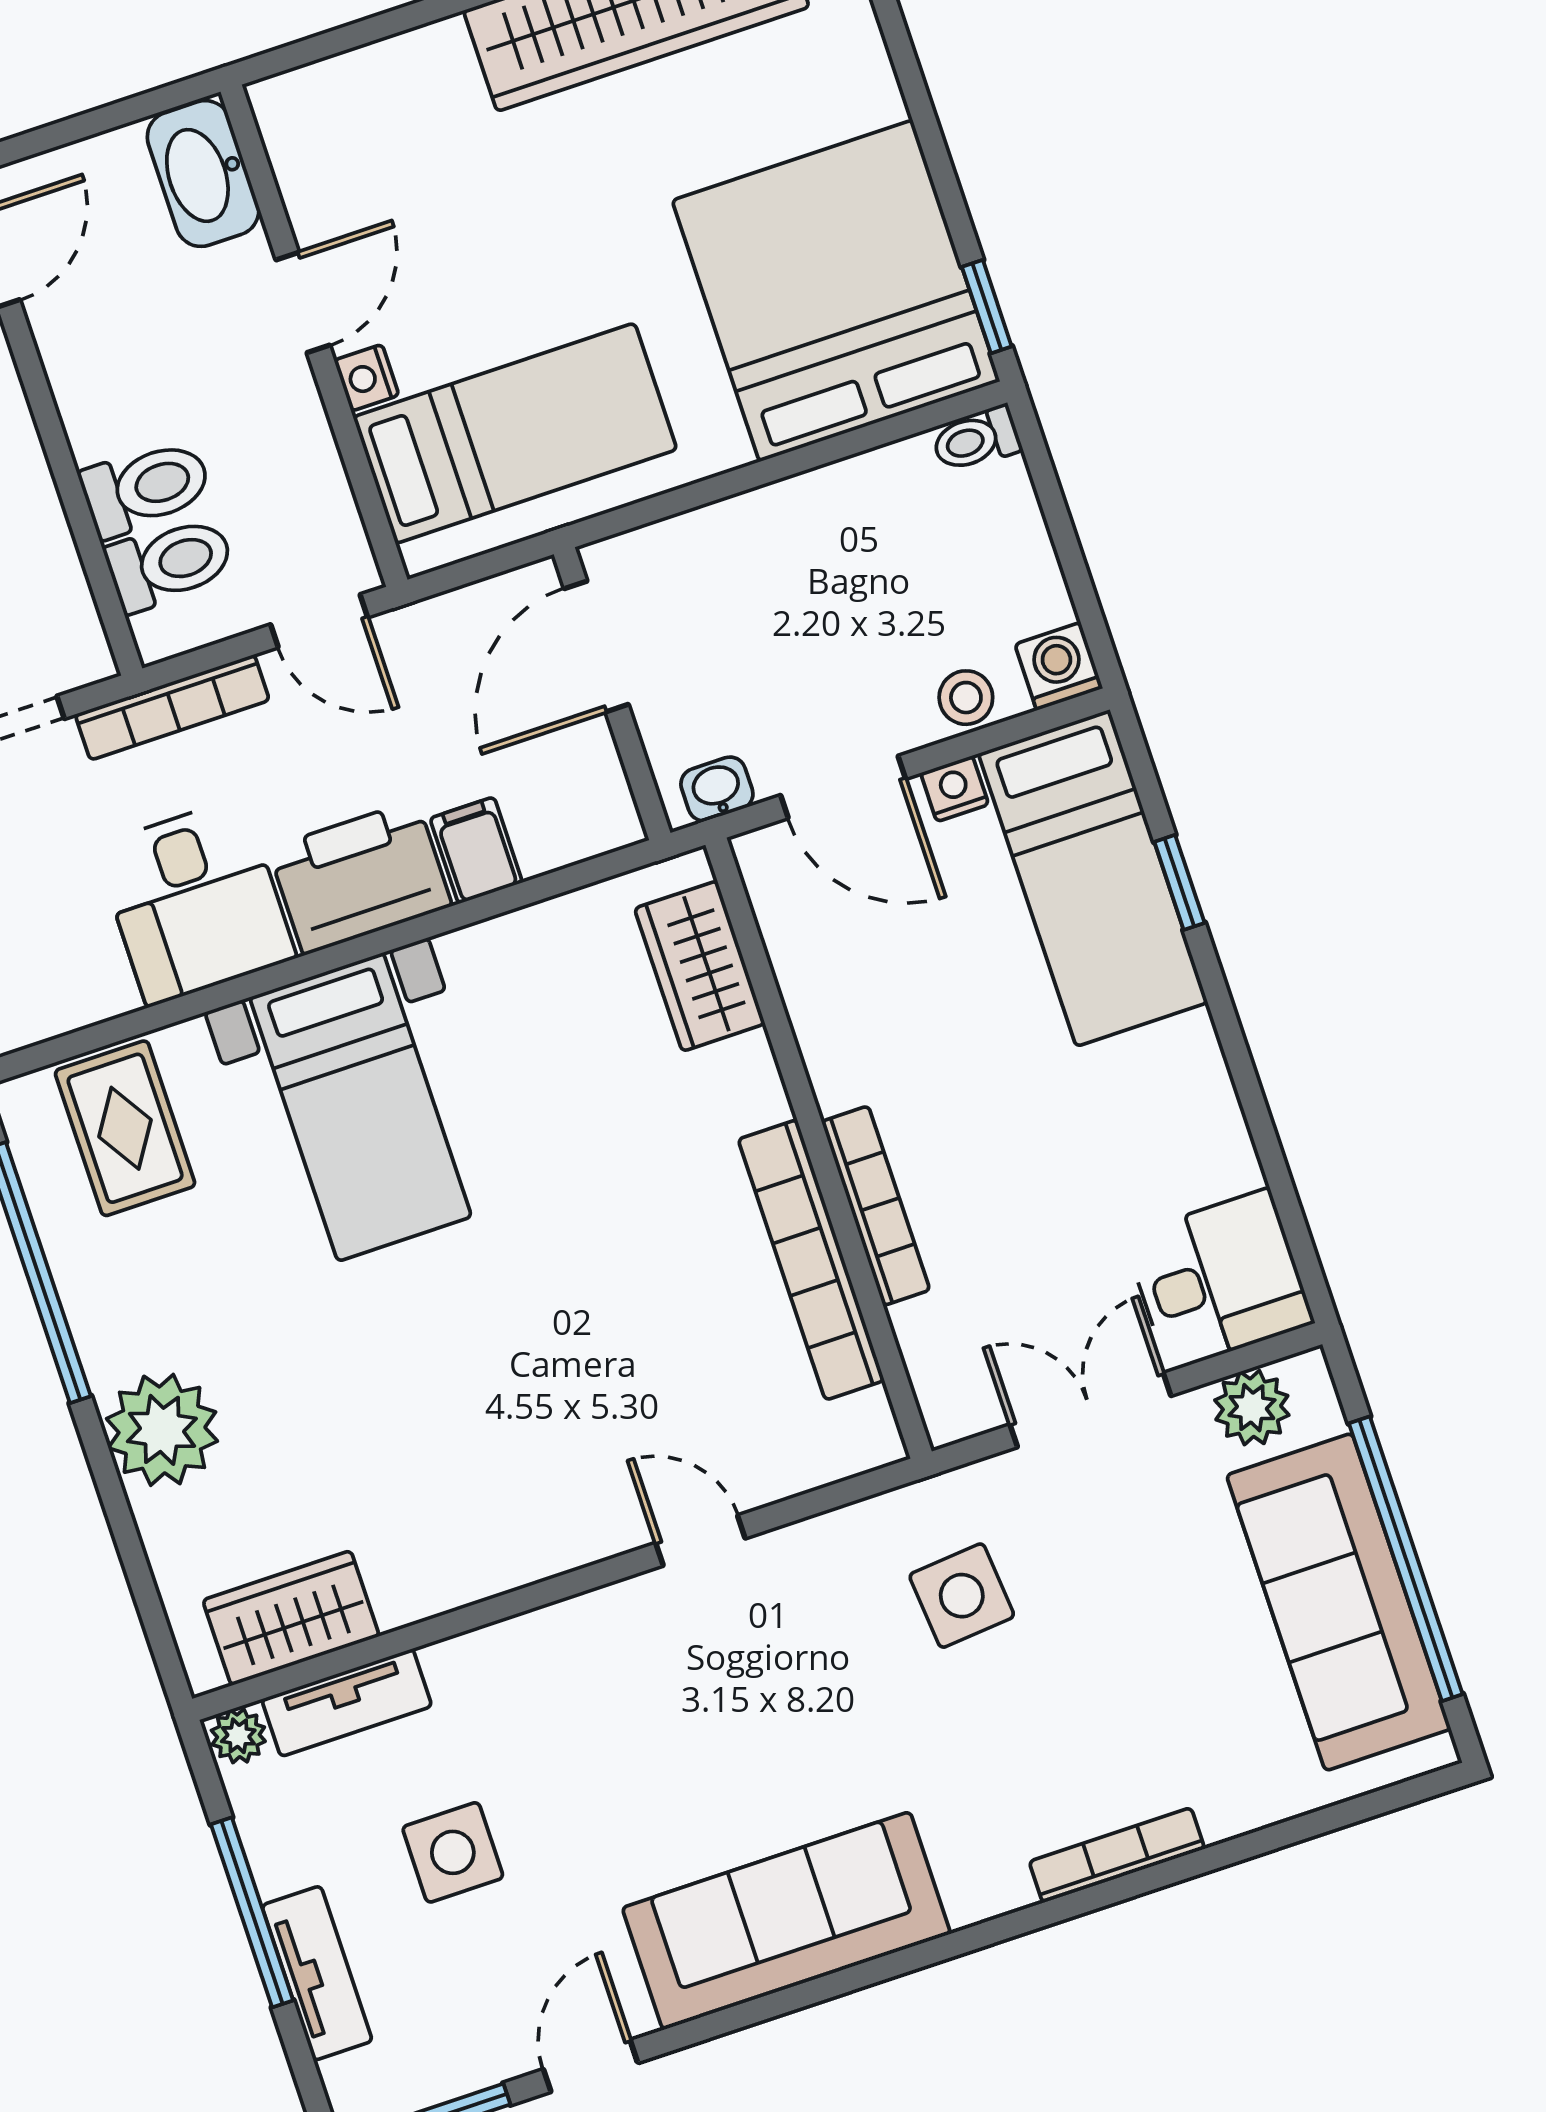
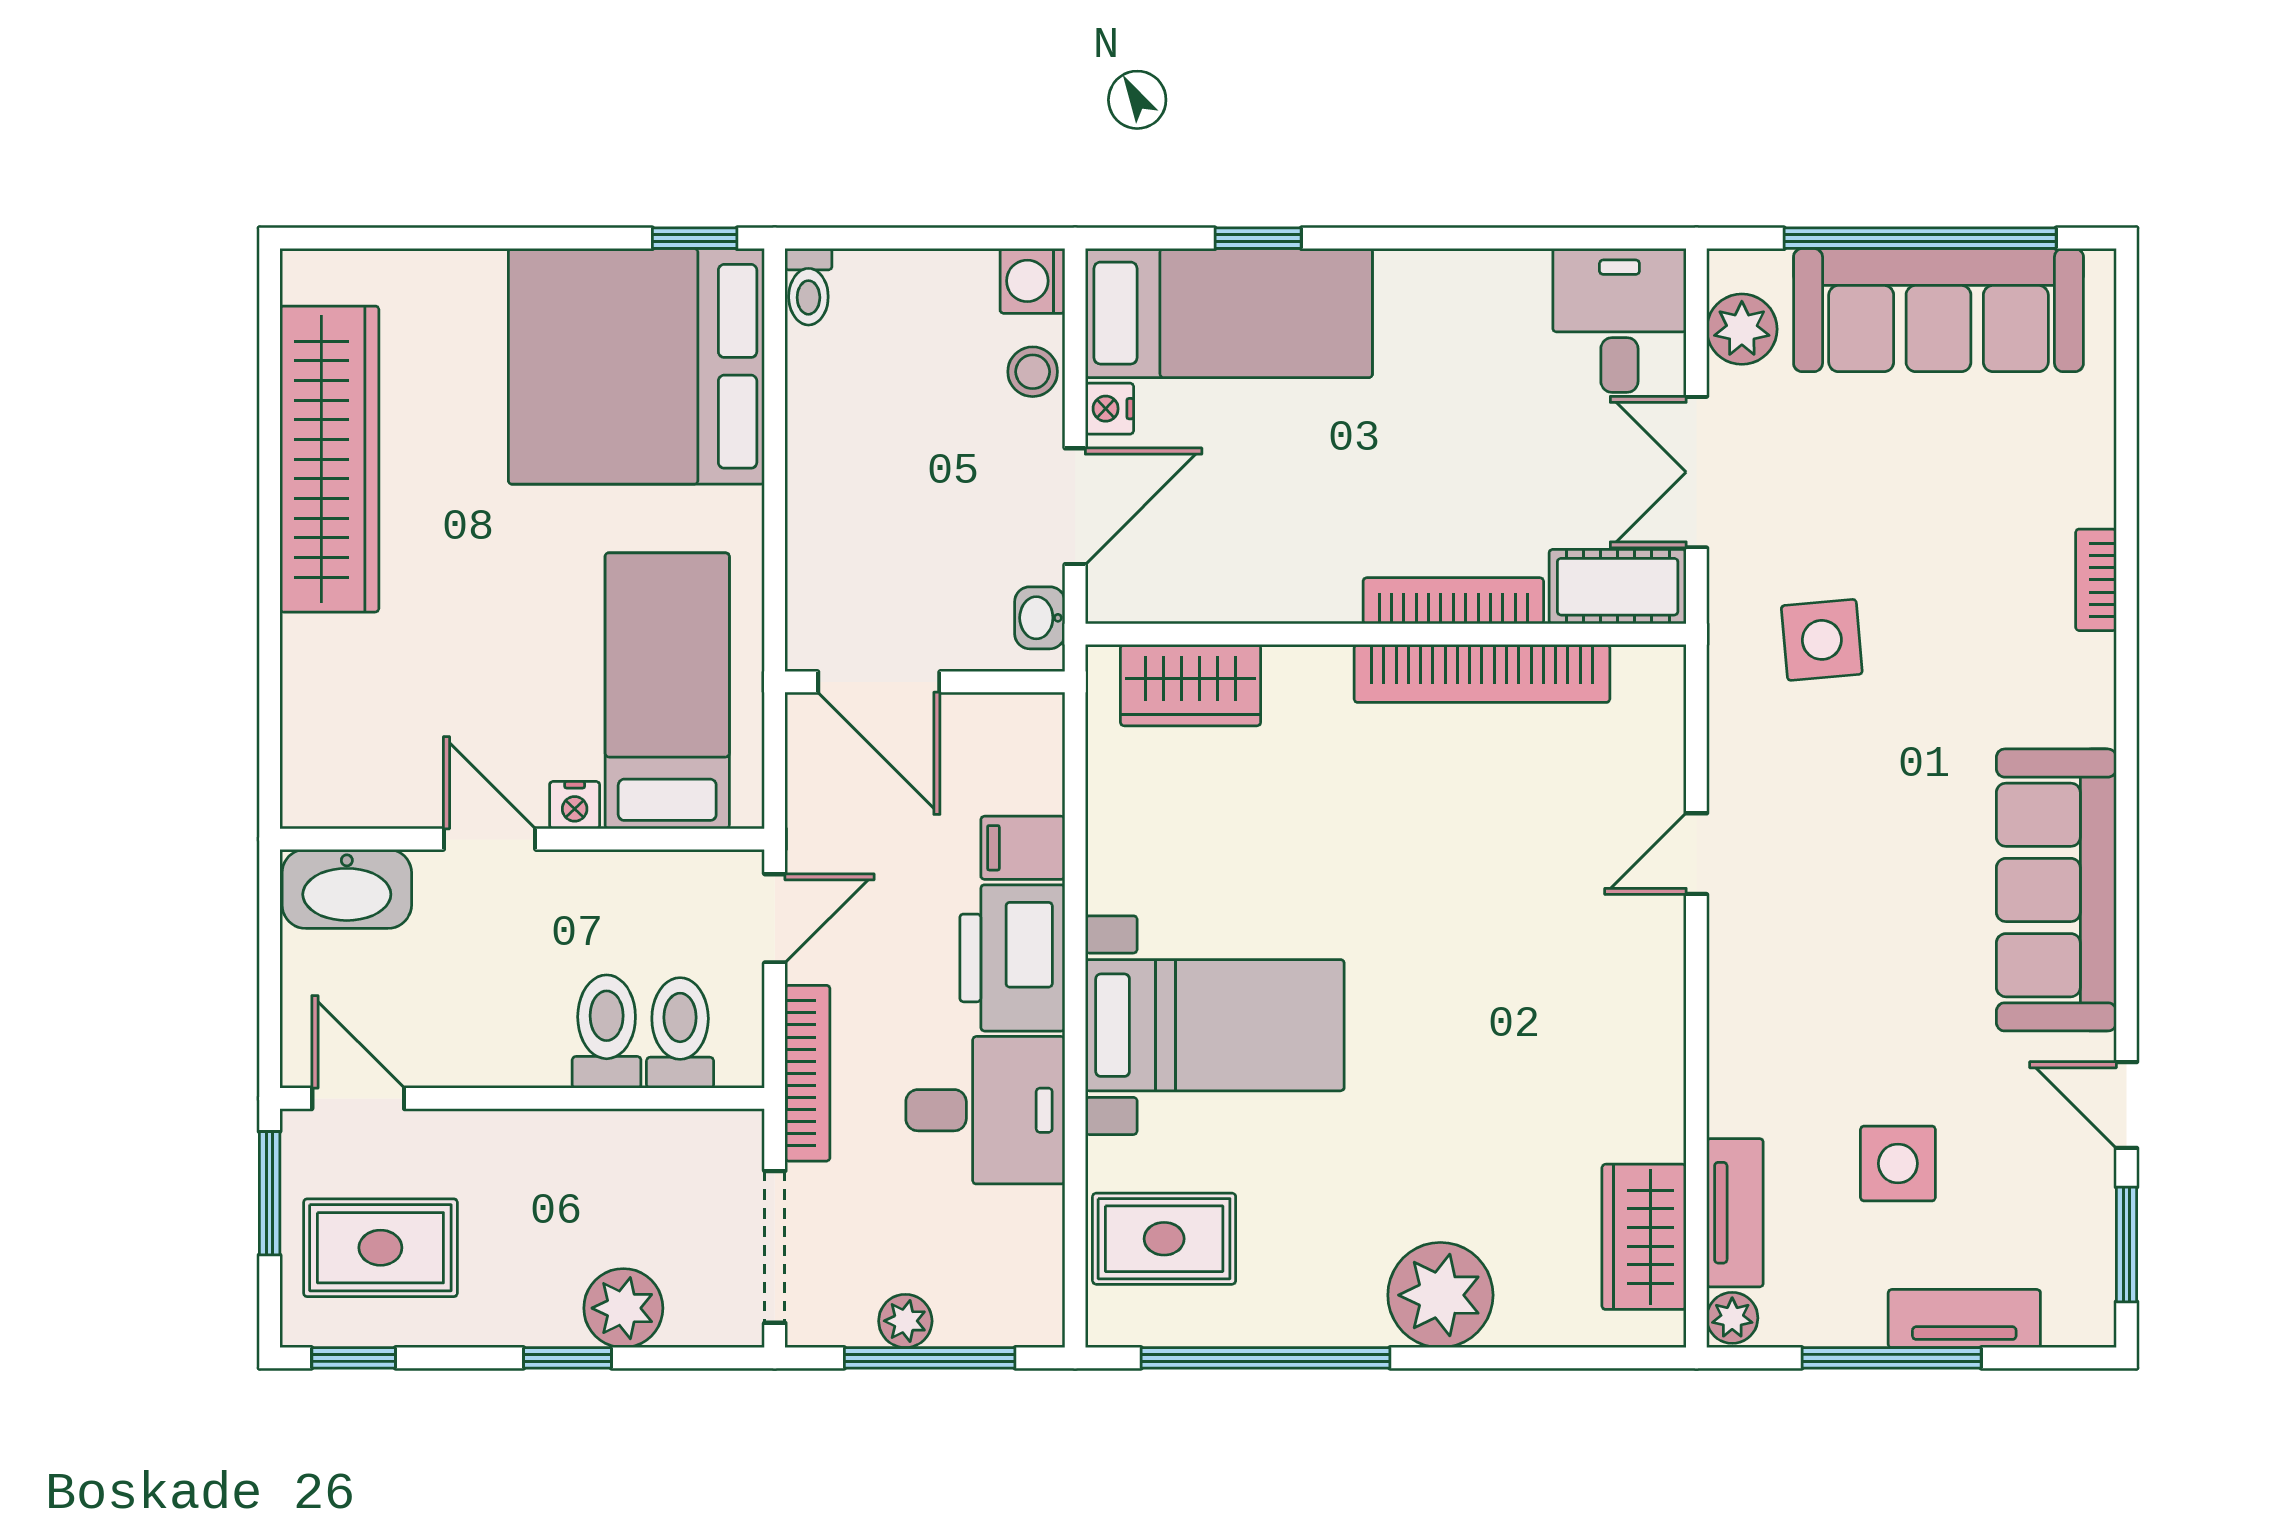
cot: (946, 1369) -> (1618, 587), added
bookcase: (1117, 1855) -> (2096, 580), width x0.64

